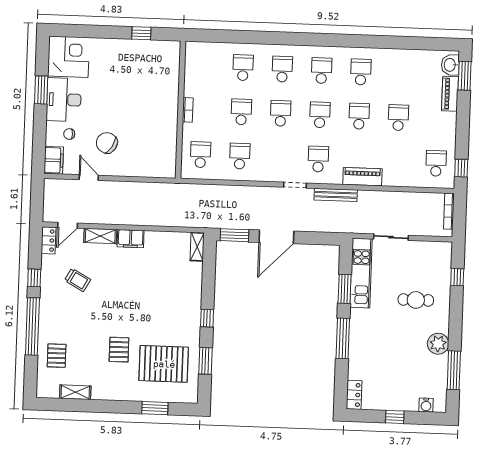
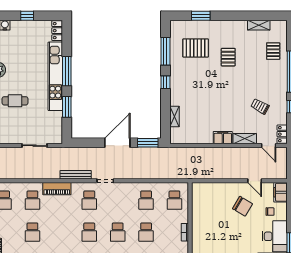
school desk: (359, 116) -> (32, 200), moved
door: (68, 225) -> (269, 146), swing flipped
shelving: (197, 247) -> (174, 117), moved
kitchen unit: (361, 273) -> (55, 76), moved, width x1.36
window: (205, 361) -> (165, 51), width x1.44
pallet: (164, 364) -> (196, 48), width x0.73, depth x0.71

